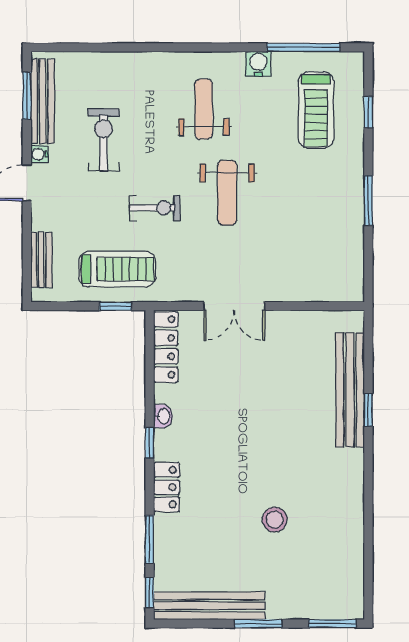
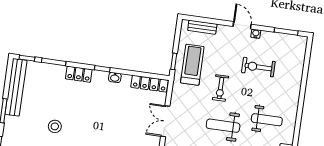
bench: (43, 101) -> (282, 39), removed
exercise bike: (104, 140) -> (258, 67), turned 180
treadmill: (117, 269) -> (192, 65), turned 180

